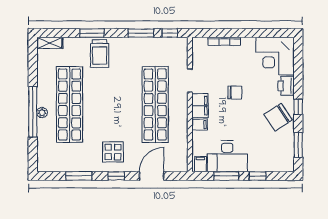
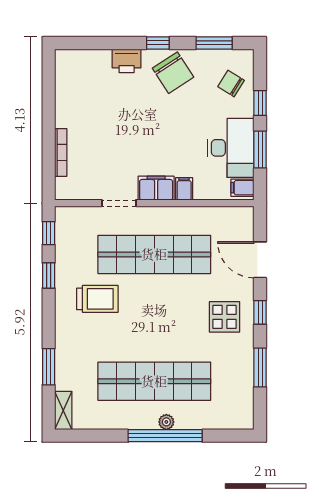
window: (92, 33) -> (49, 367), moved
window: (141, 33) -> (49, 275), width x0.67
trolley: (100, 54) -> (97, 299), moved
corner desk: (275, 56) -> (83, 77), removed
chair: (235, 93) -> (231, 83), moved, turned -58

